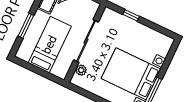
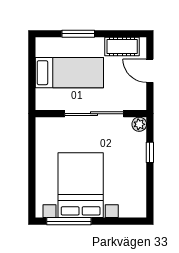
plant: (81, 70) -> (139, 124), moved

